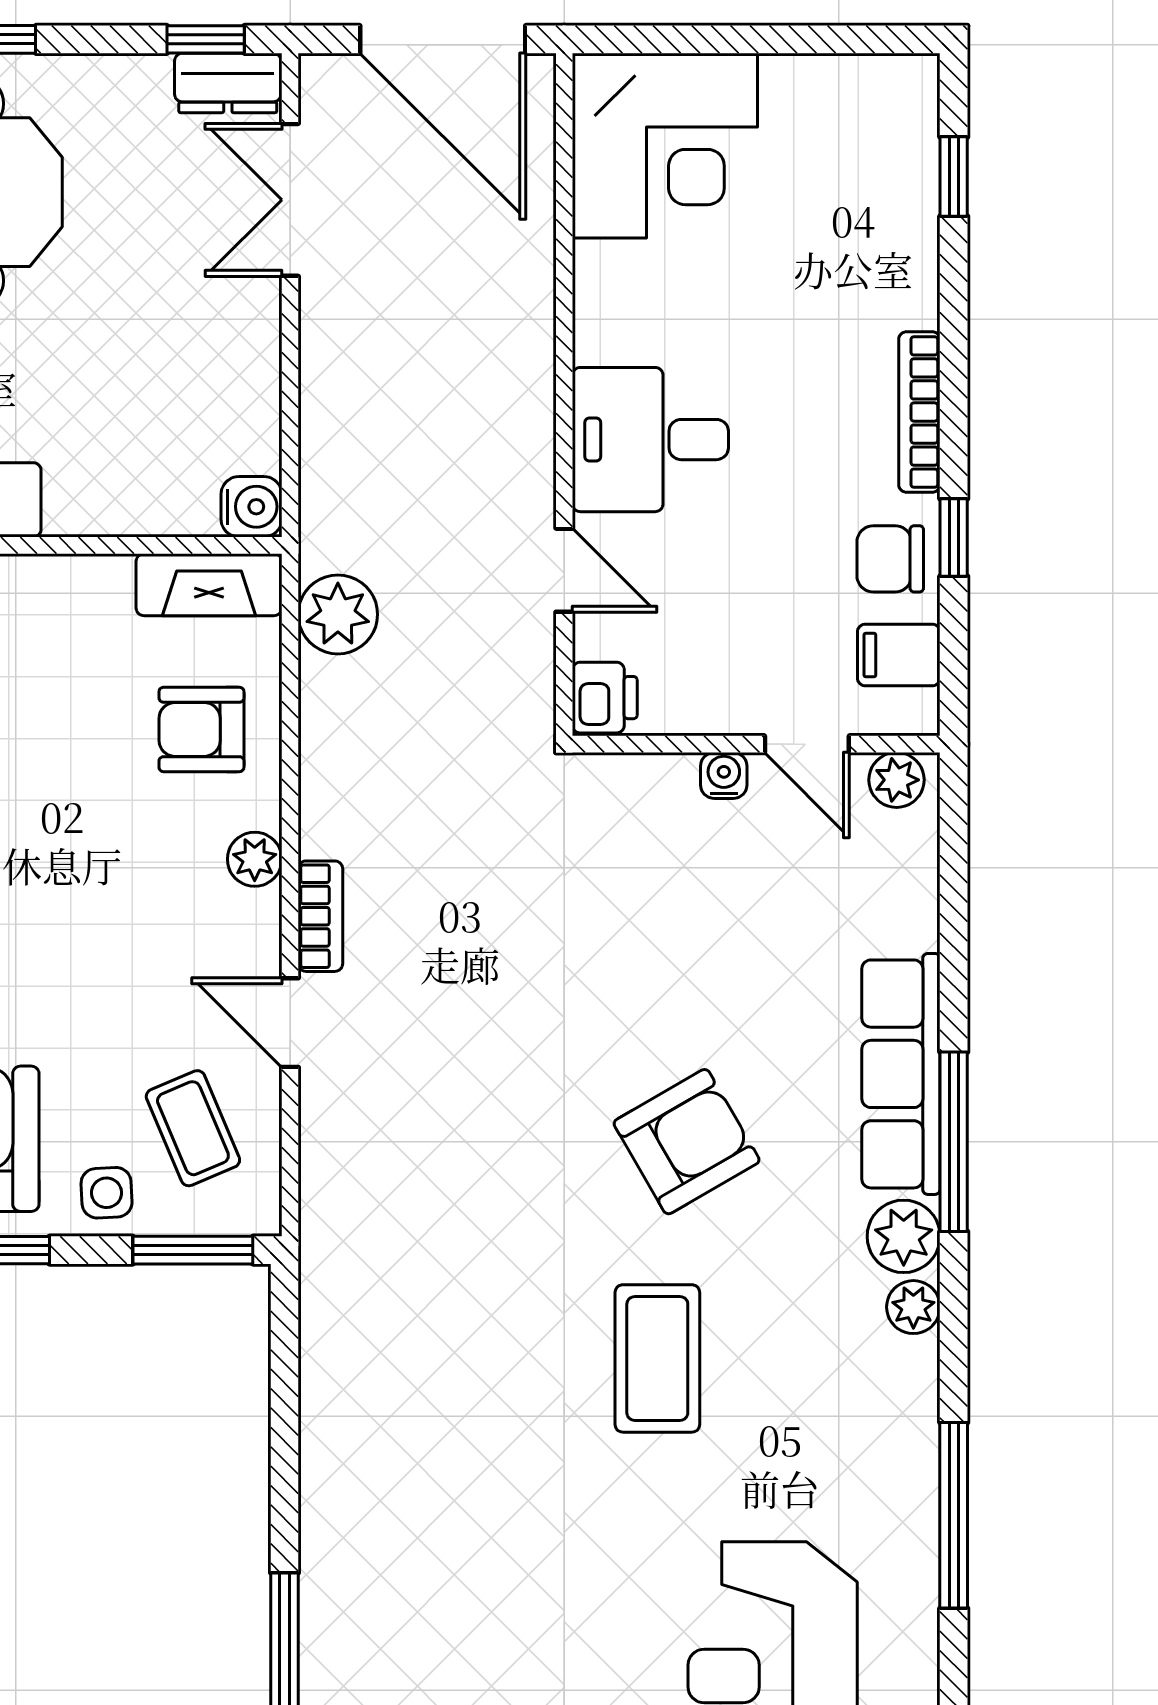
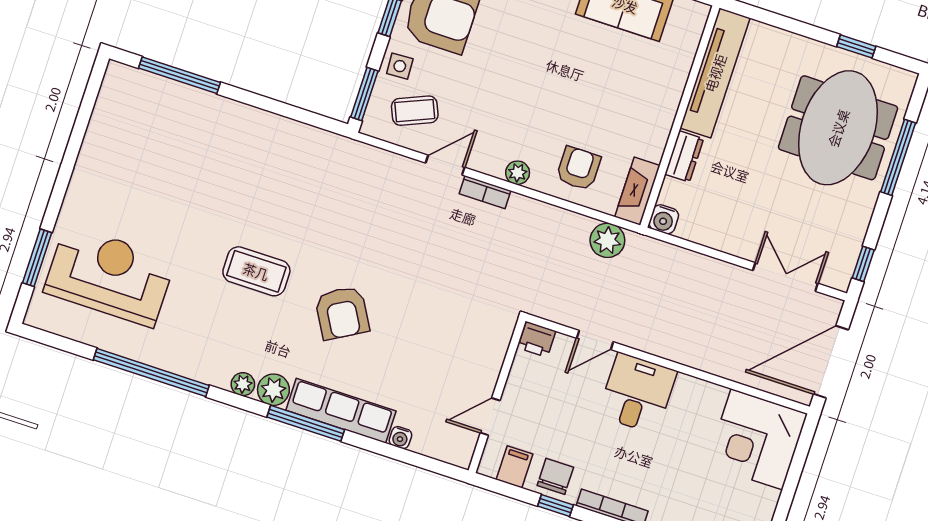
dresser: (228, 83) -> (684, 156), moved, turned 180
water cooler: (724, 775) -> (400, 438), moved, turned 90
plant: (897, 780) -> (463, 449), removed
window: (954, 1515) -> (151, 373), width x1.46

